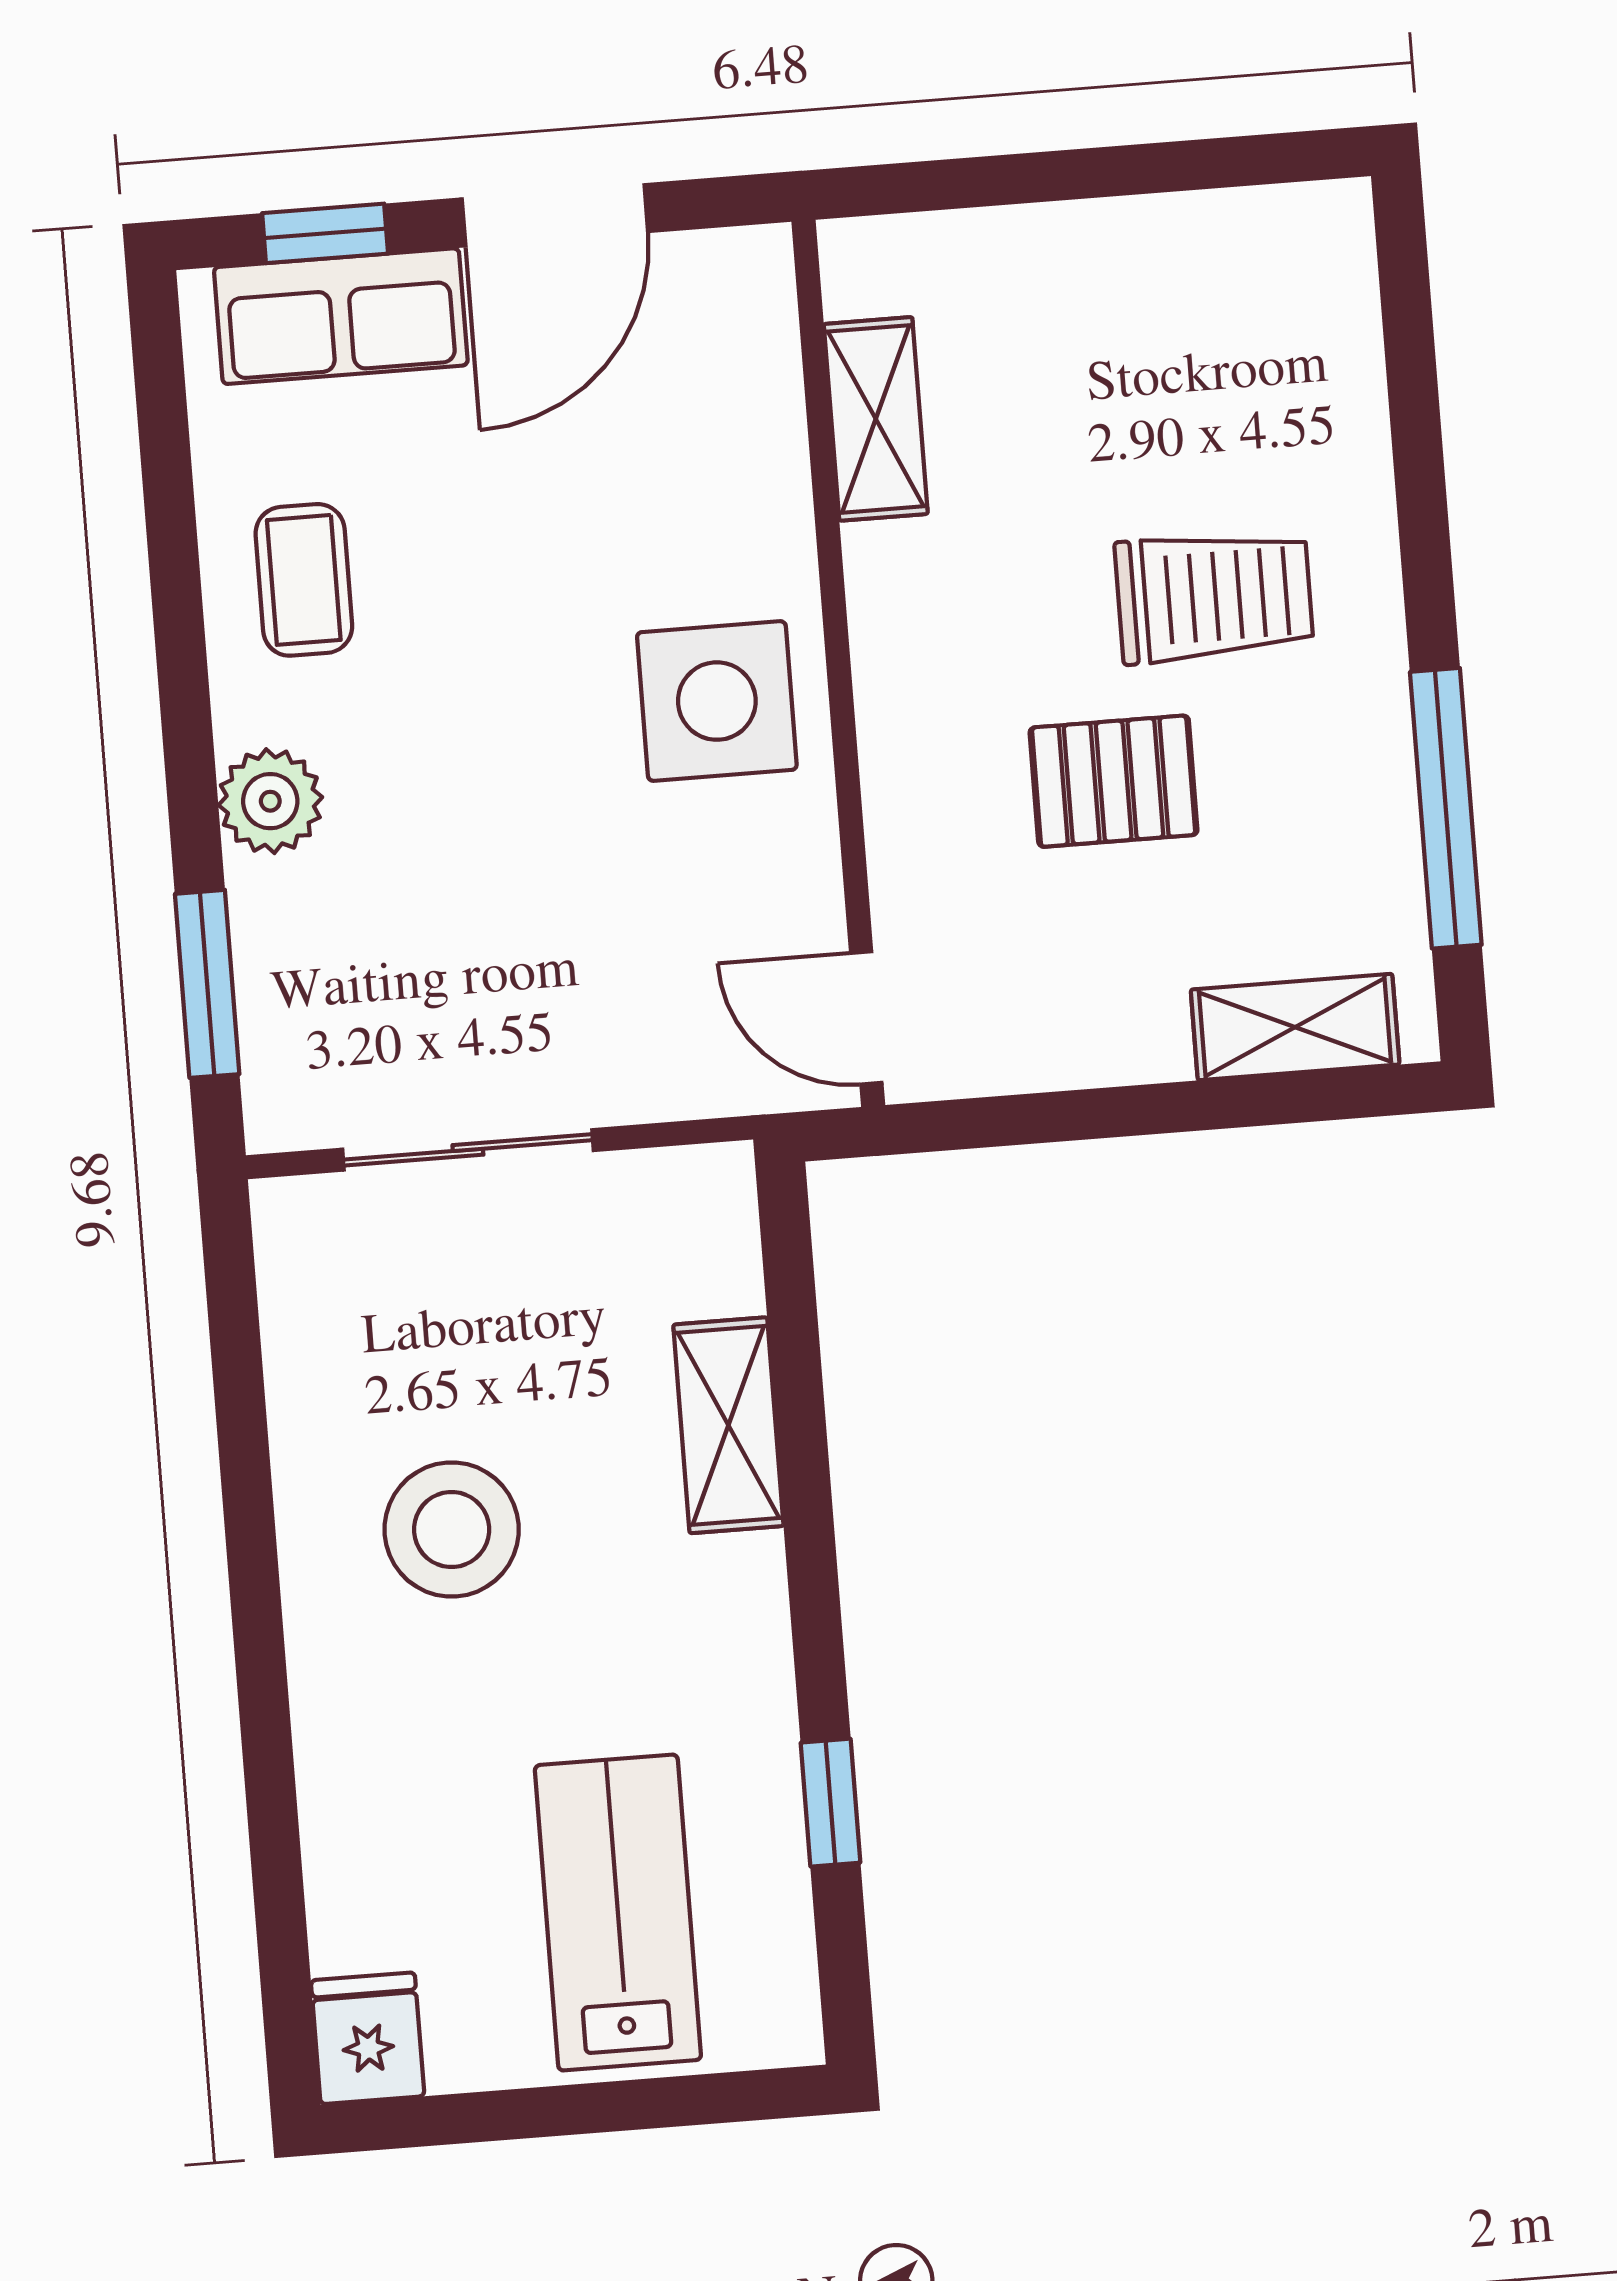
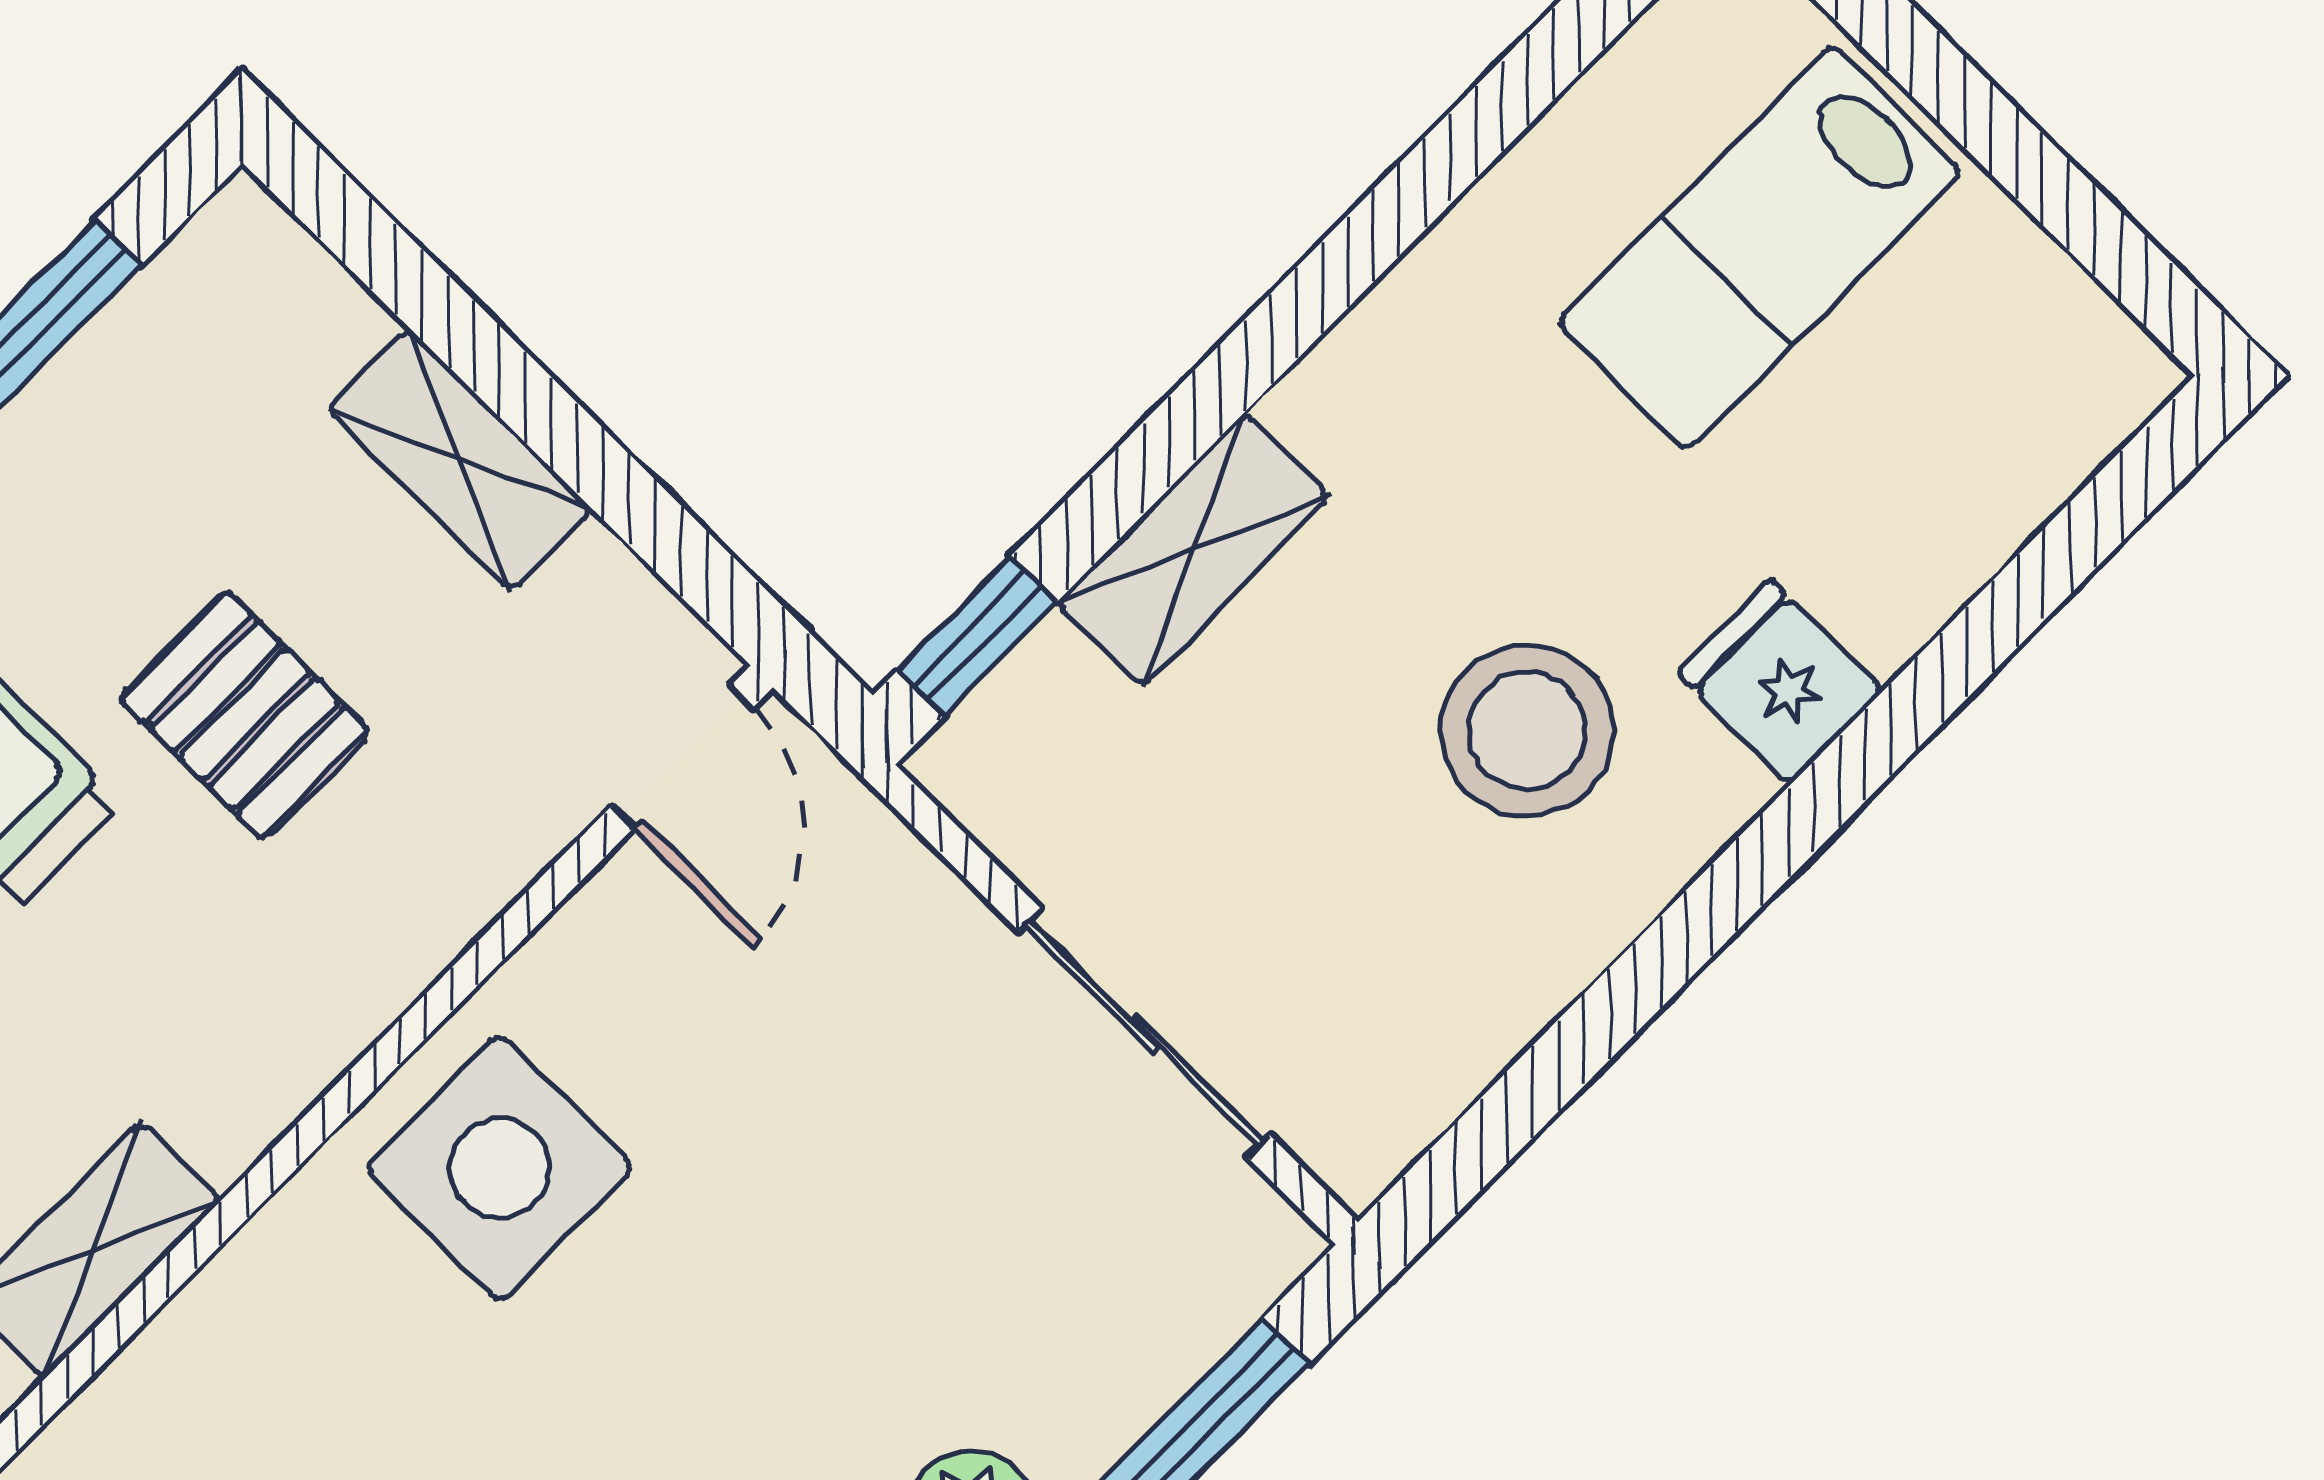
shelving: (1295, 1027) -> (460, 459), moved
window: (831, 1803) -> (977, 636), moved
fridge: (368, 2038) -> (1780, 682), moved, turned 90

